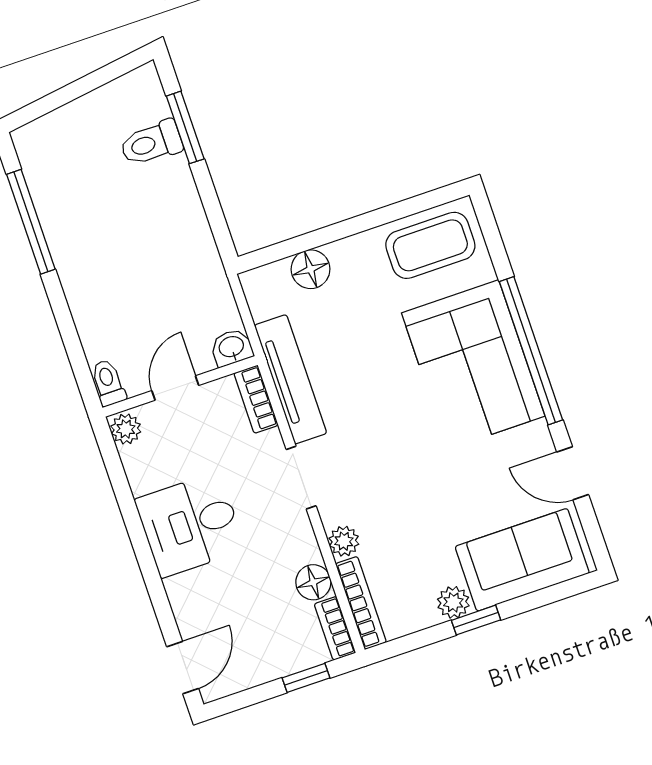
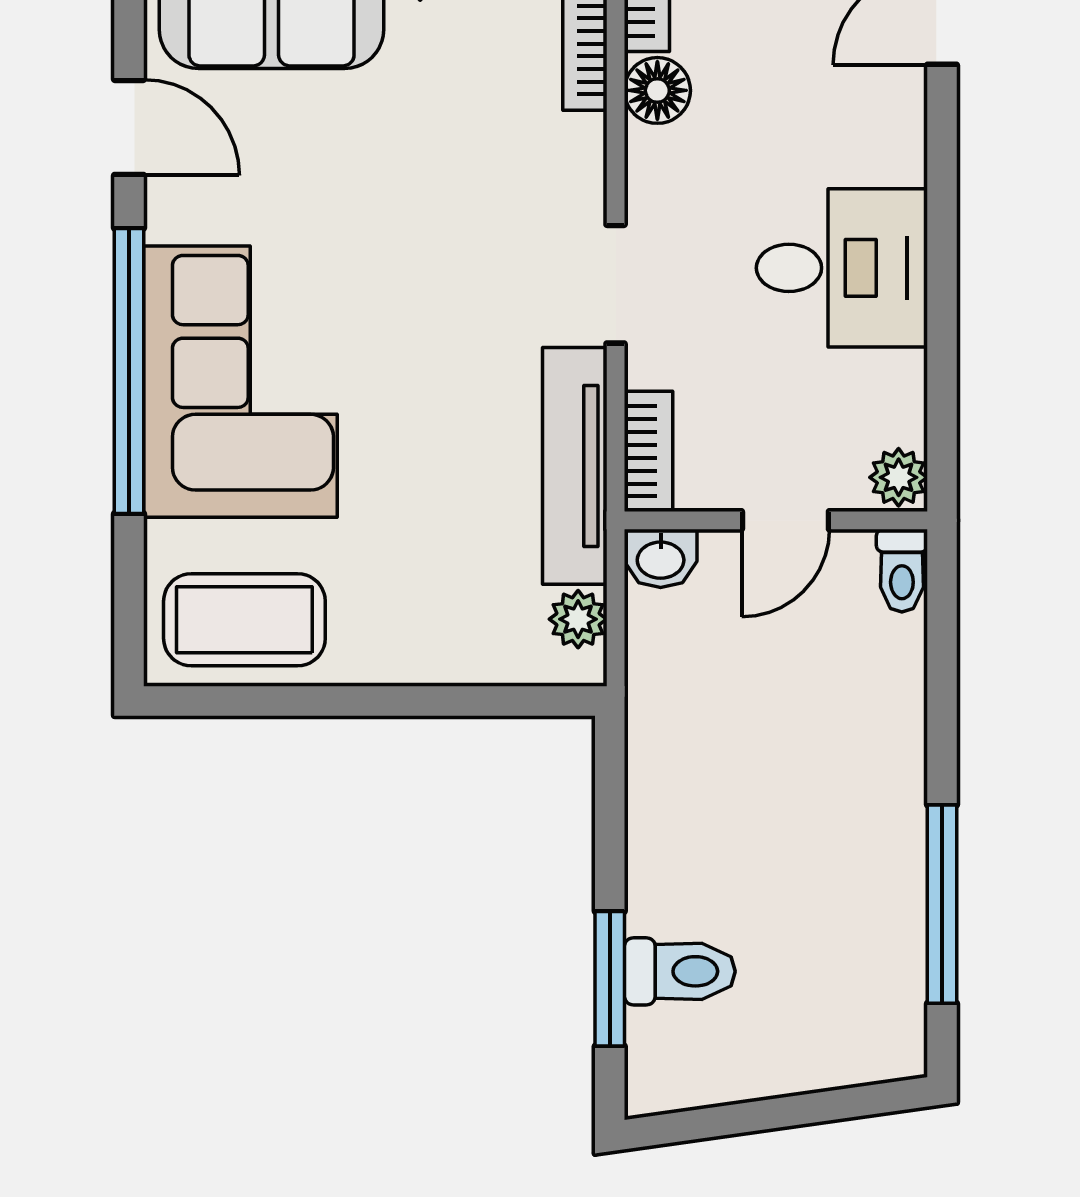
floor lamp: (311, 269) -> (472, 650), removed
plant: (344, 541) -> (578, 619), moved

